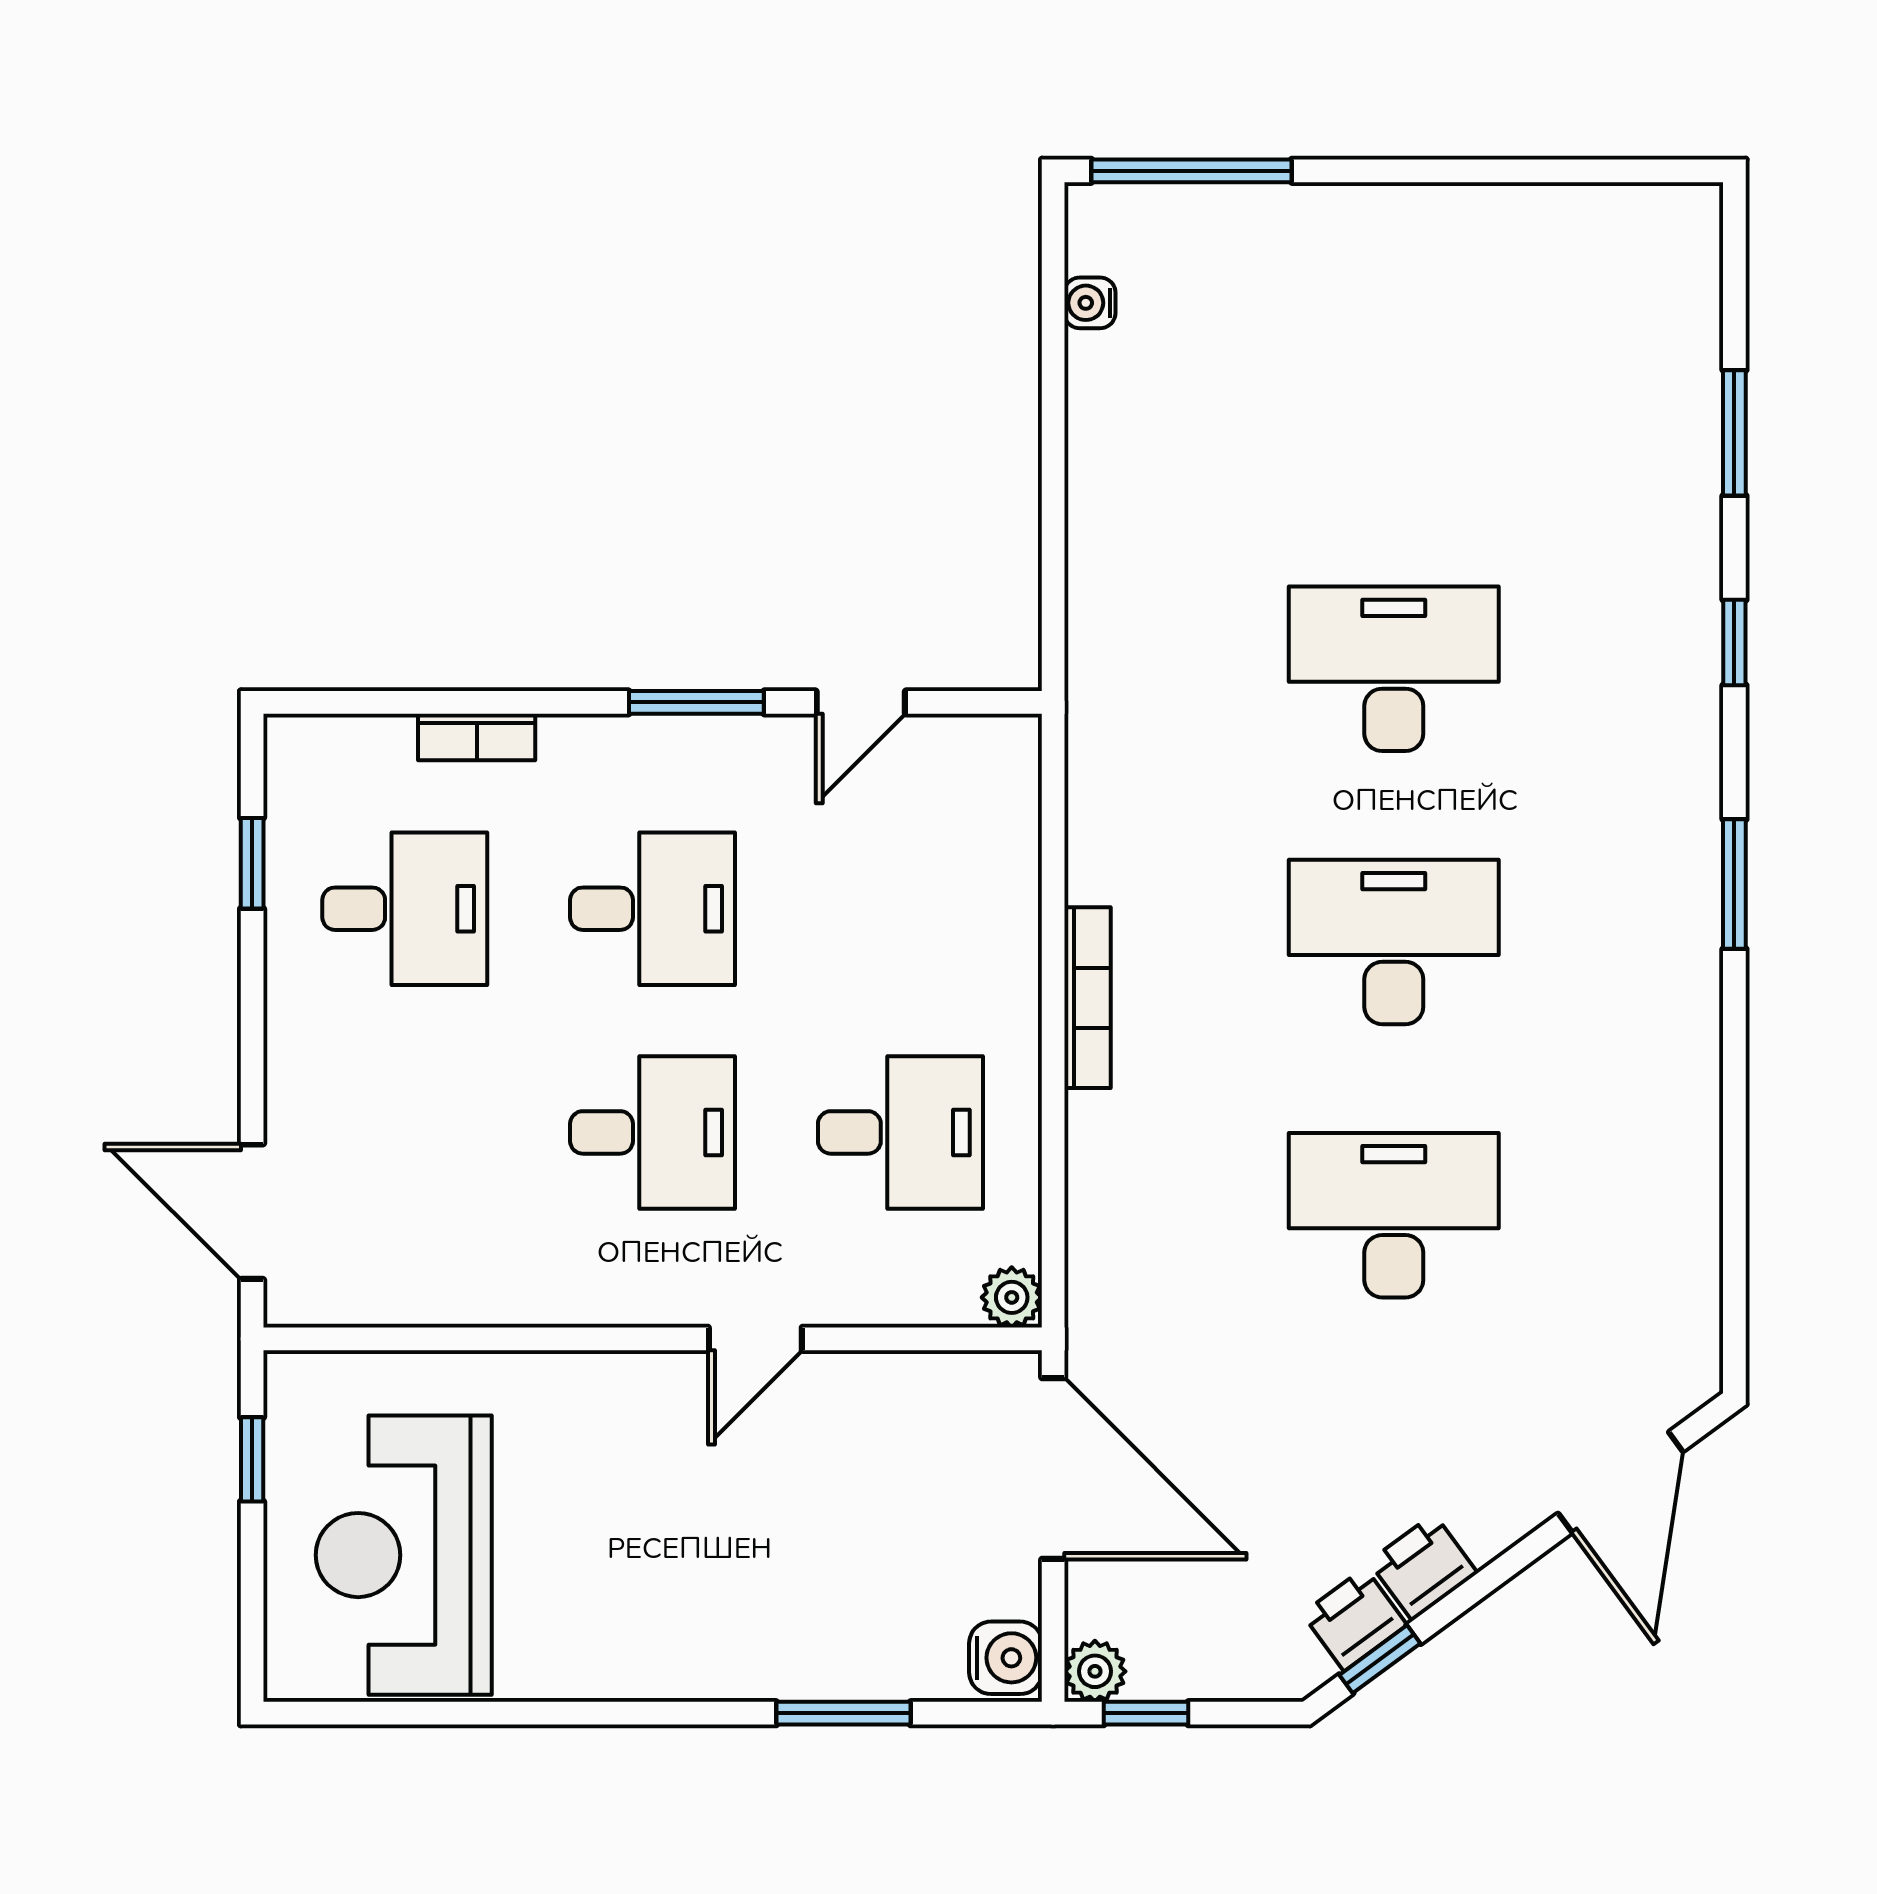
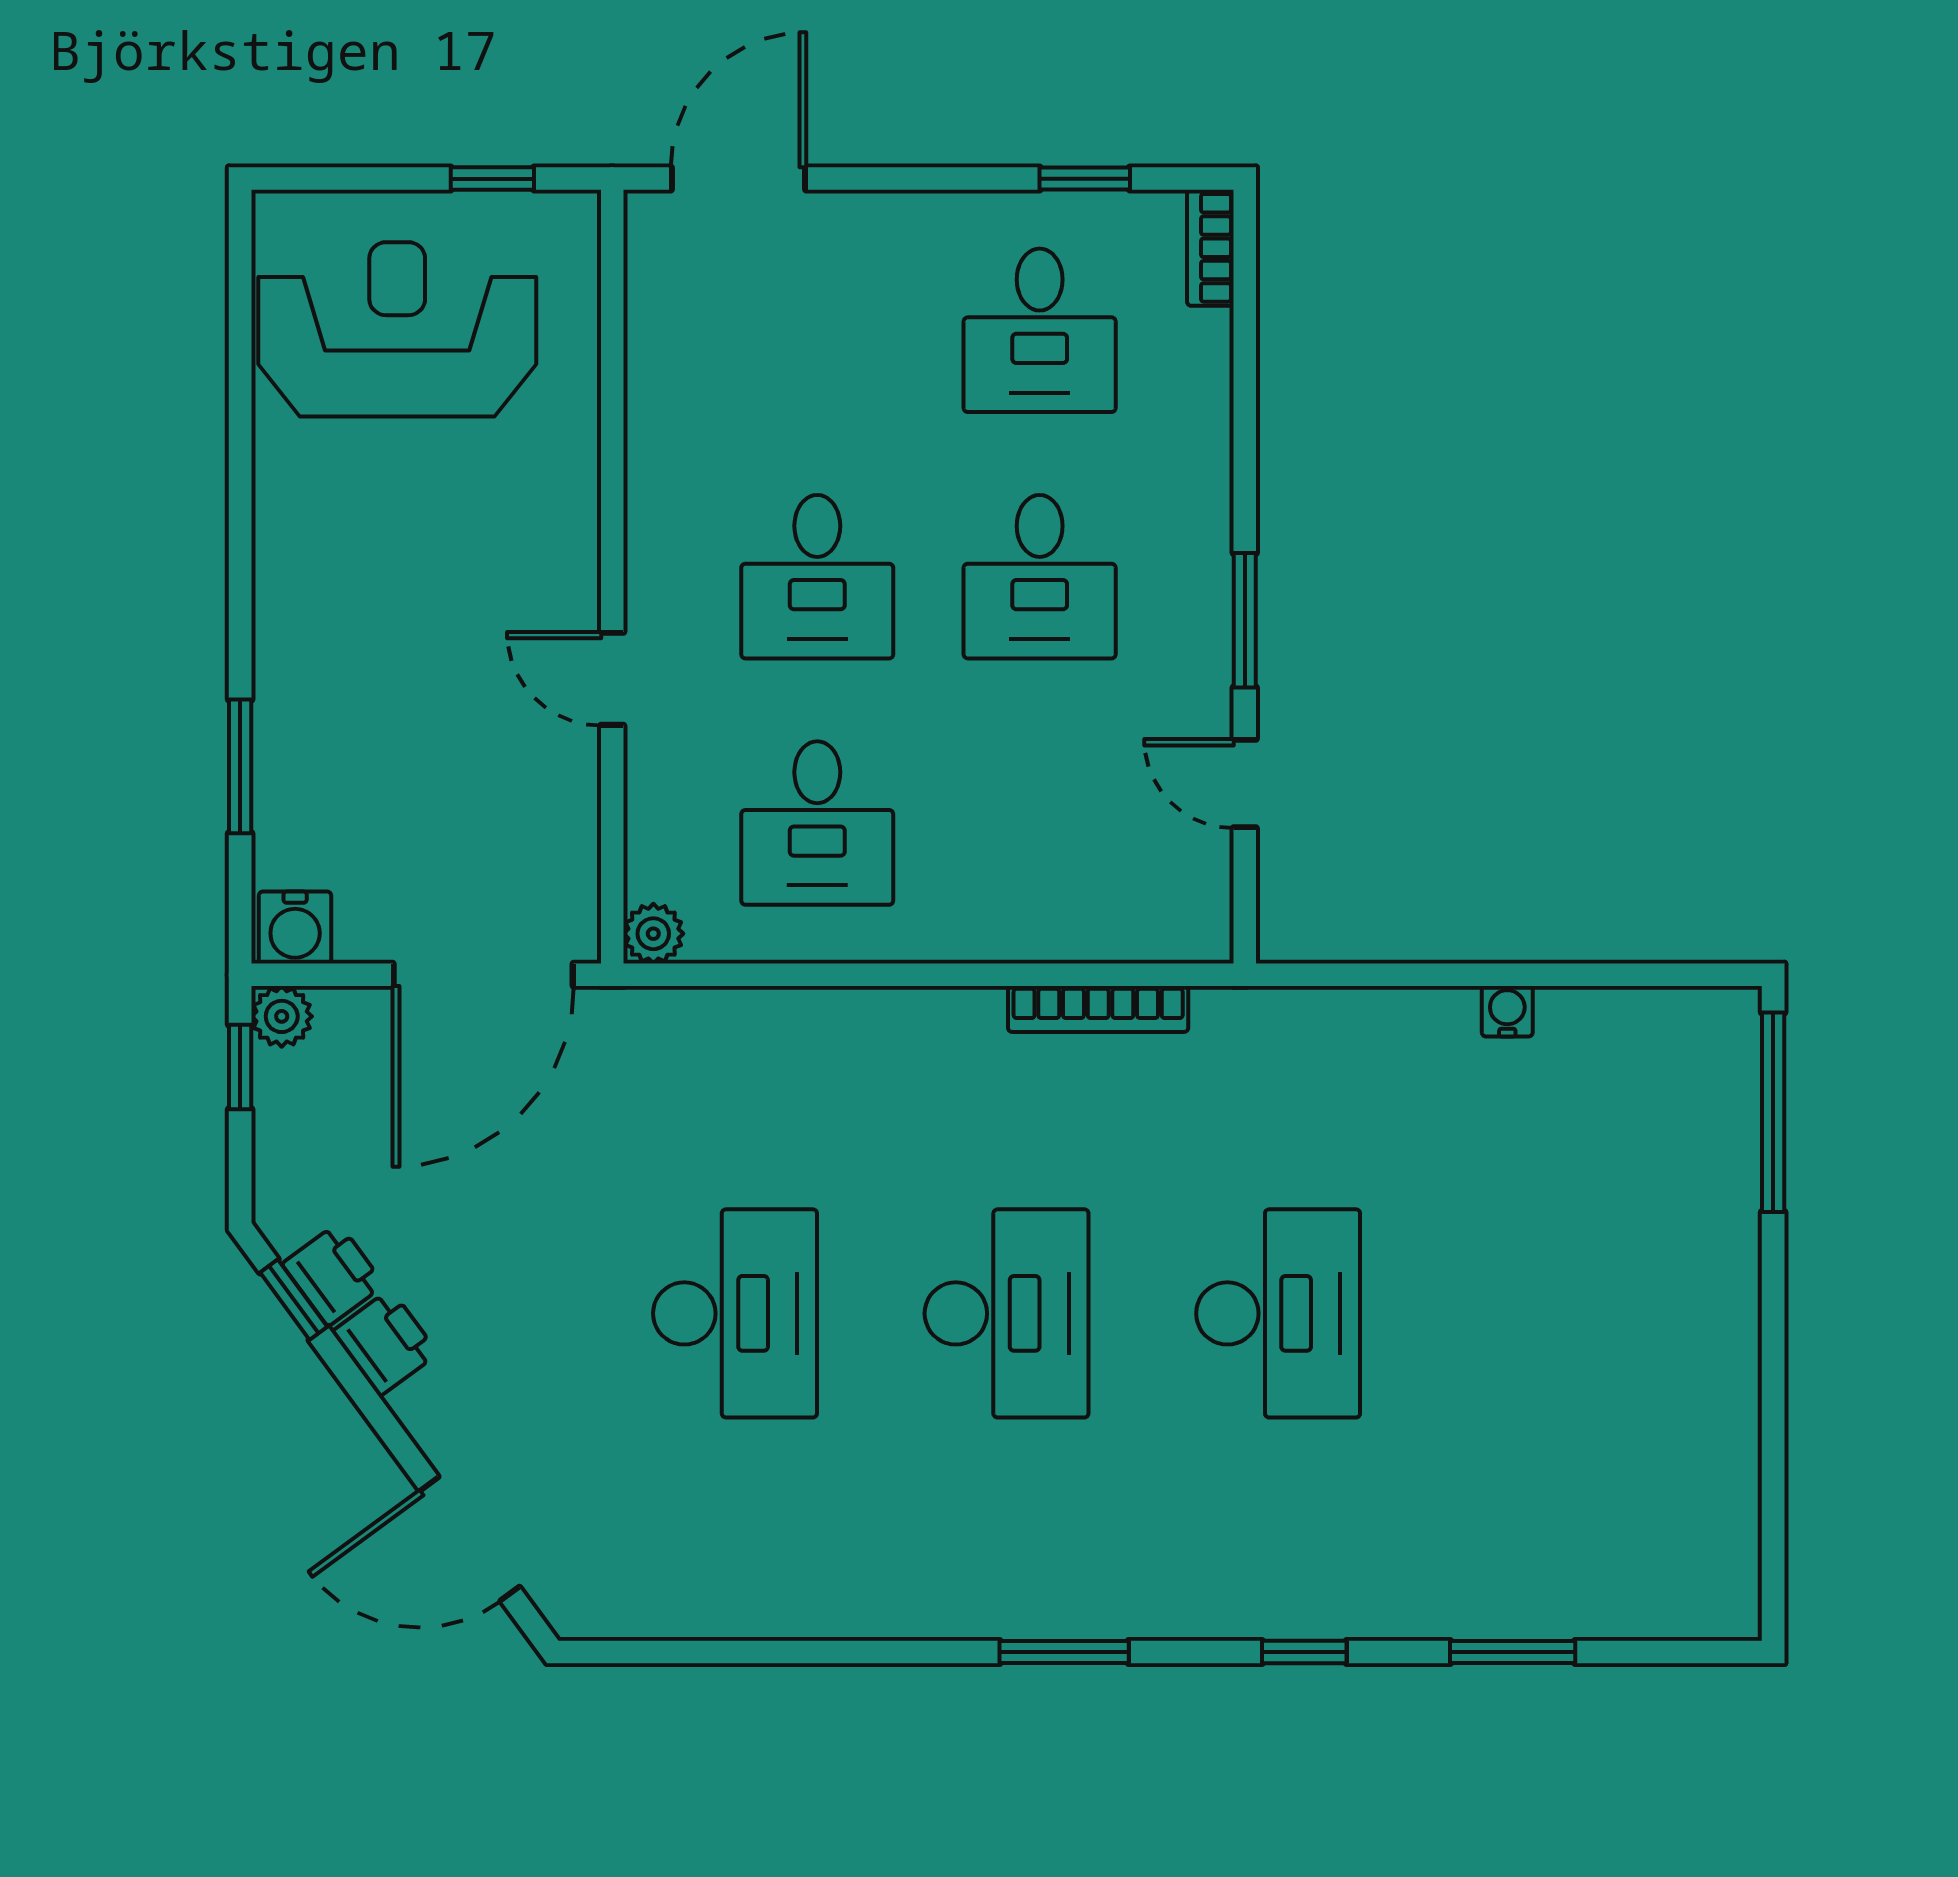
water cooler: (1090, 303) -> (1507, 1011), moved
bookcase: (477, 737) -> (1210, 248), moved
bookcase: (1088, 998) -> (1098, 1009), moved

